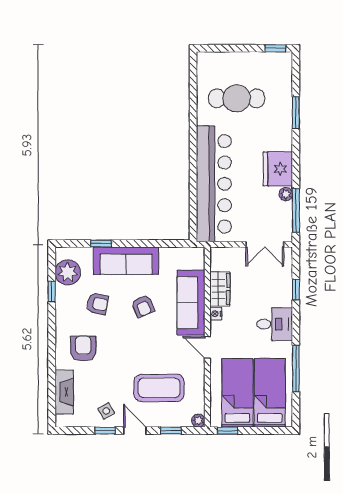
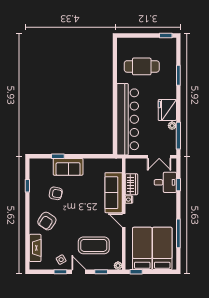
sofa: (126, 261) -> (68, 167), width x0.73
plant: (68, 272) -> (37, 174), removed
armchair: (143, 306) -> (84, 195), removed
desk: (275, 324) -> (165, 182), moved
armchair: (83, 349) -> (47, 221), turned -146

